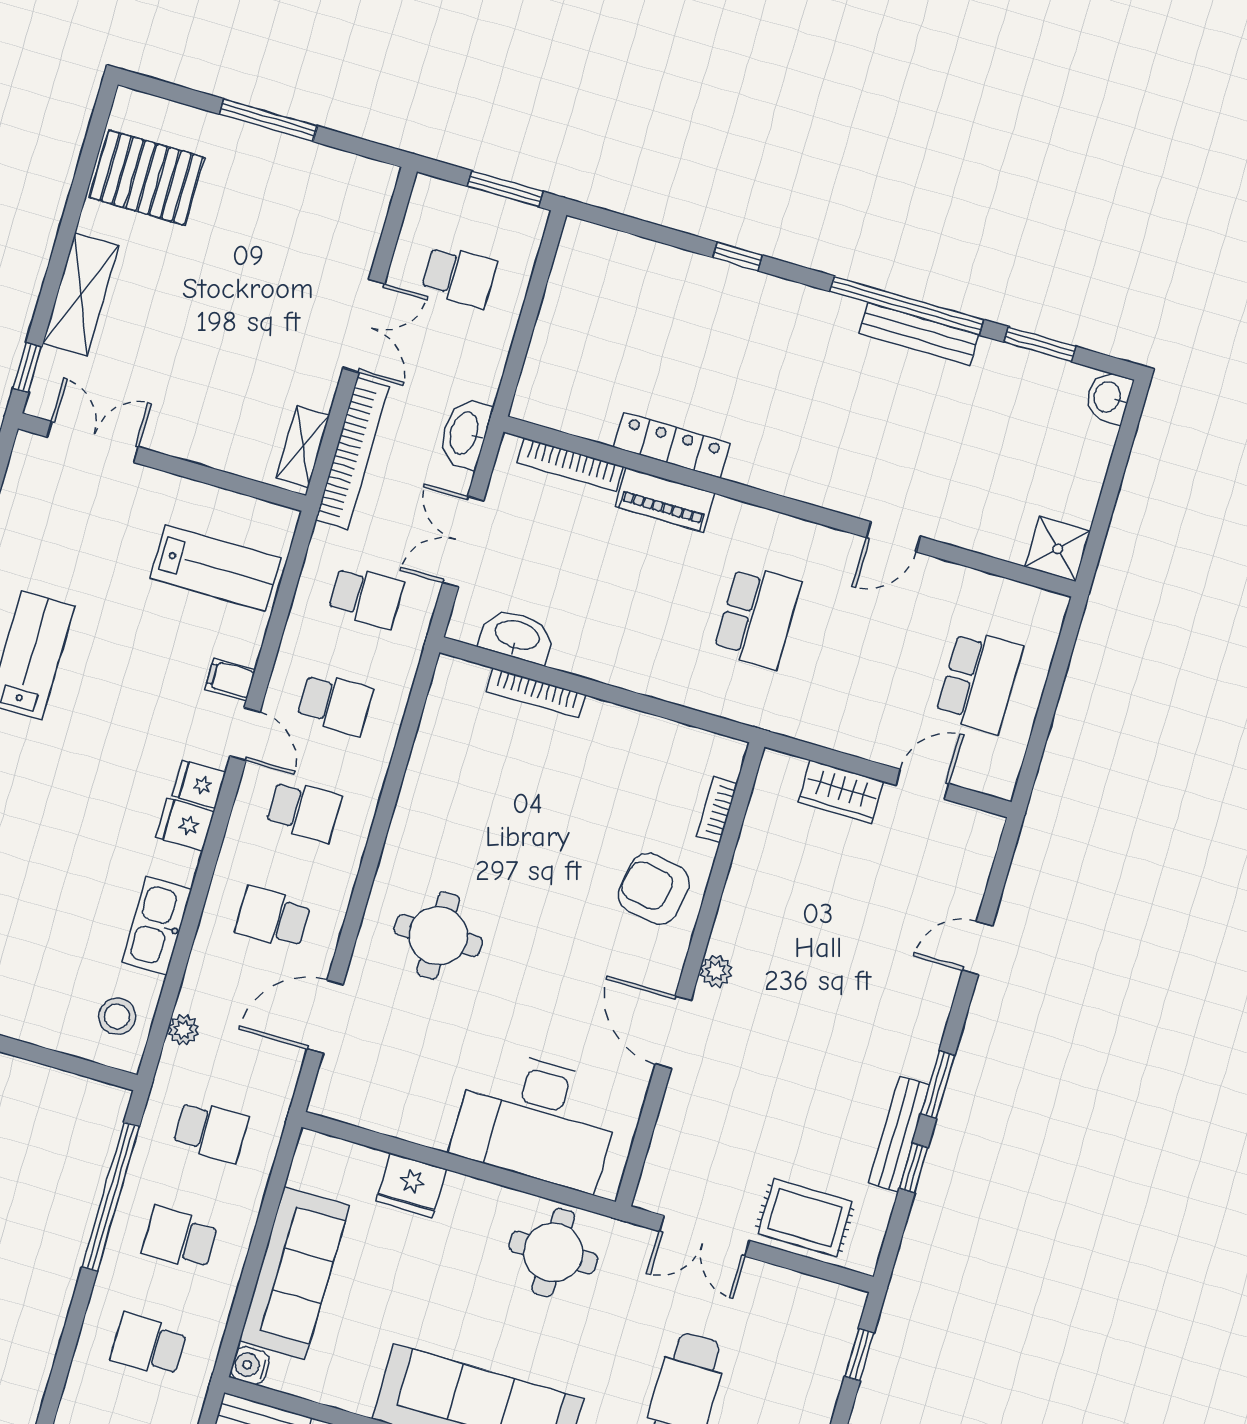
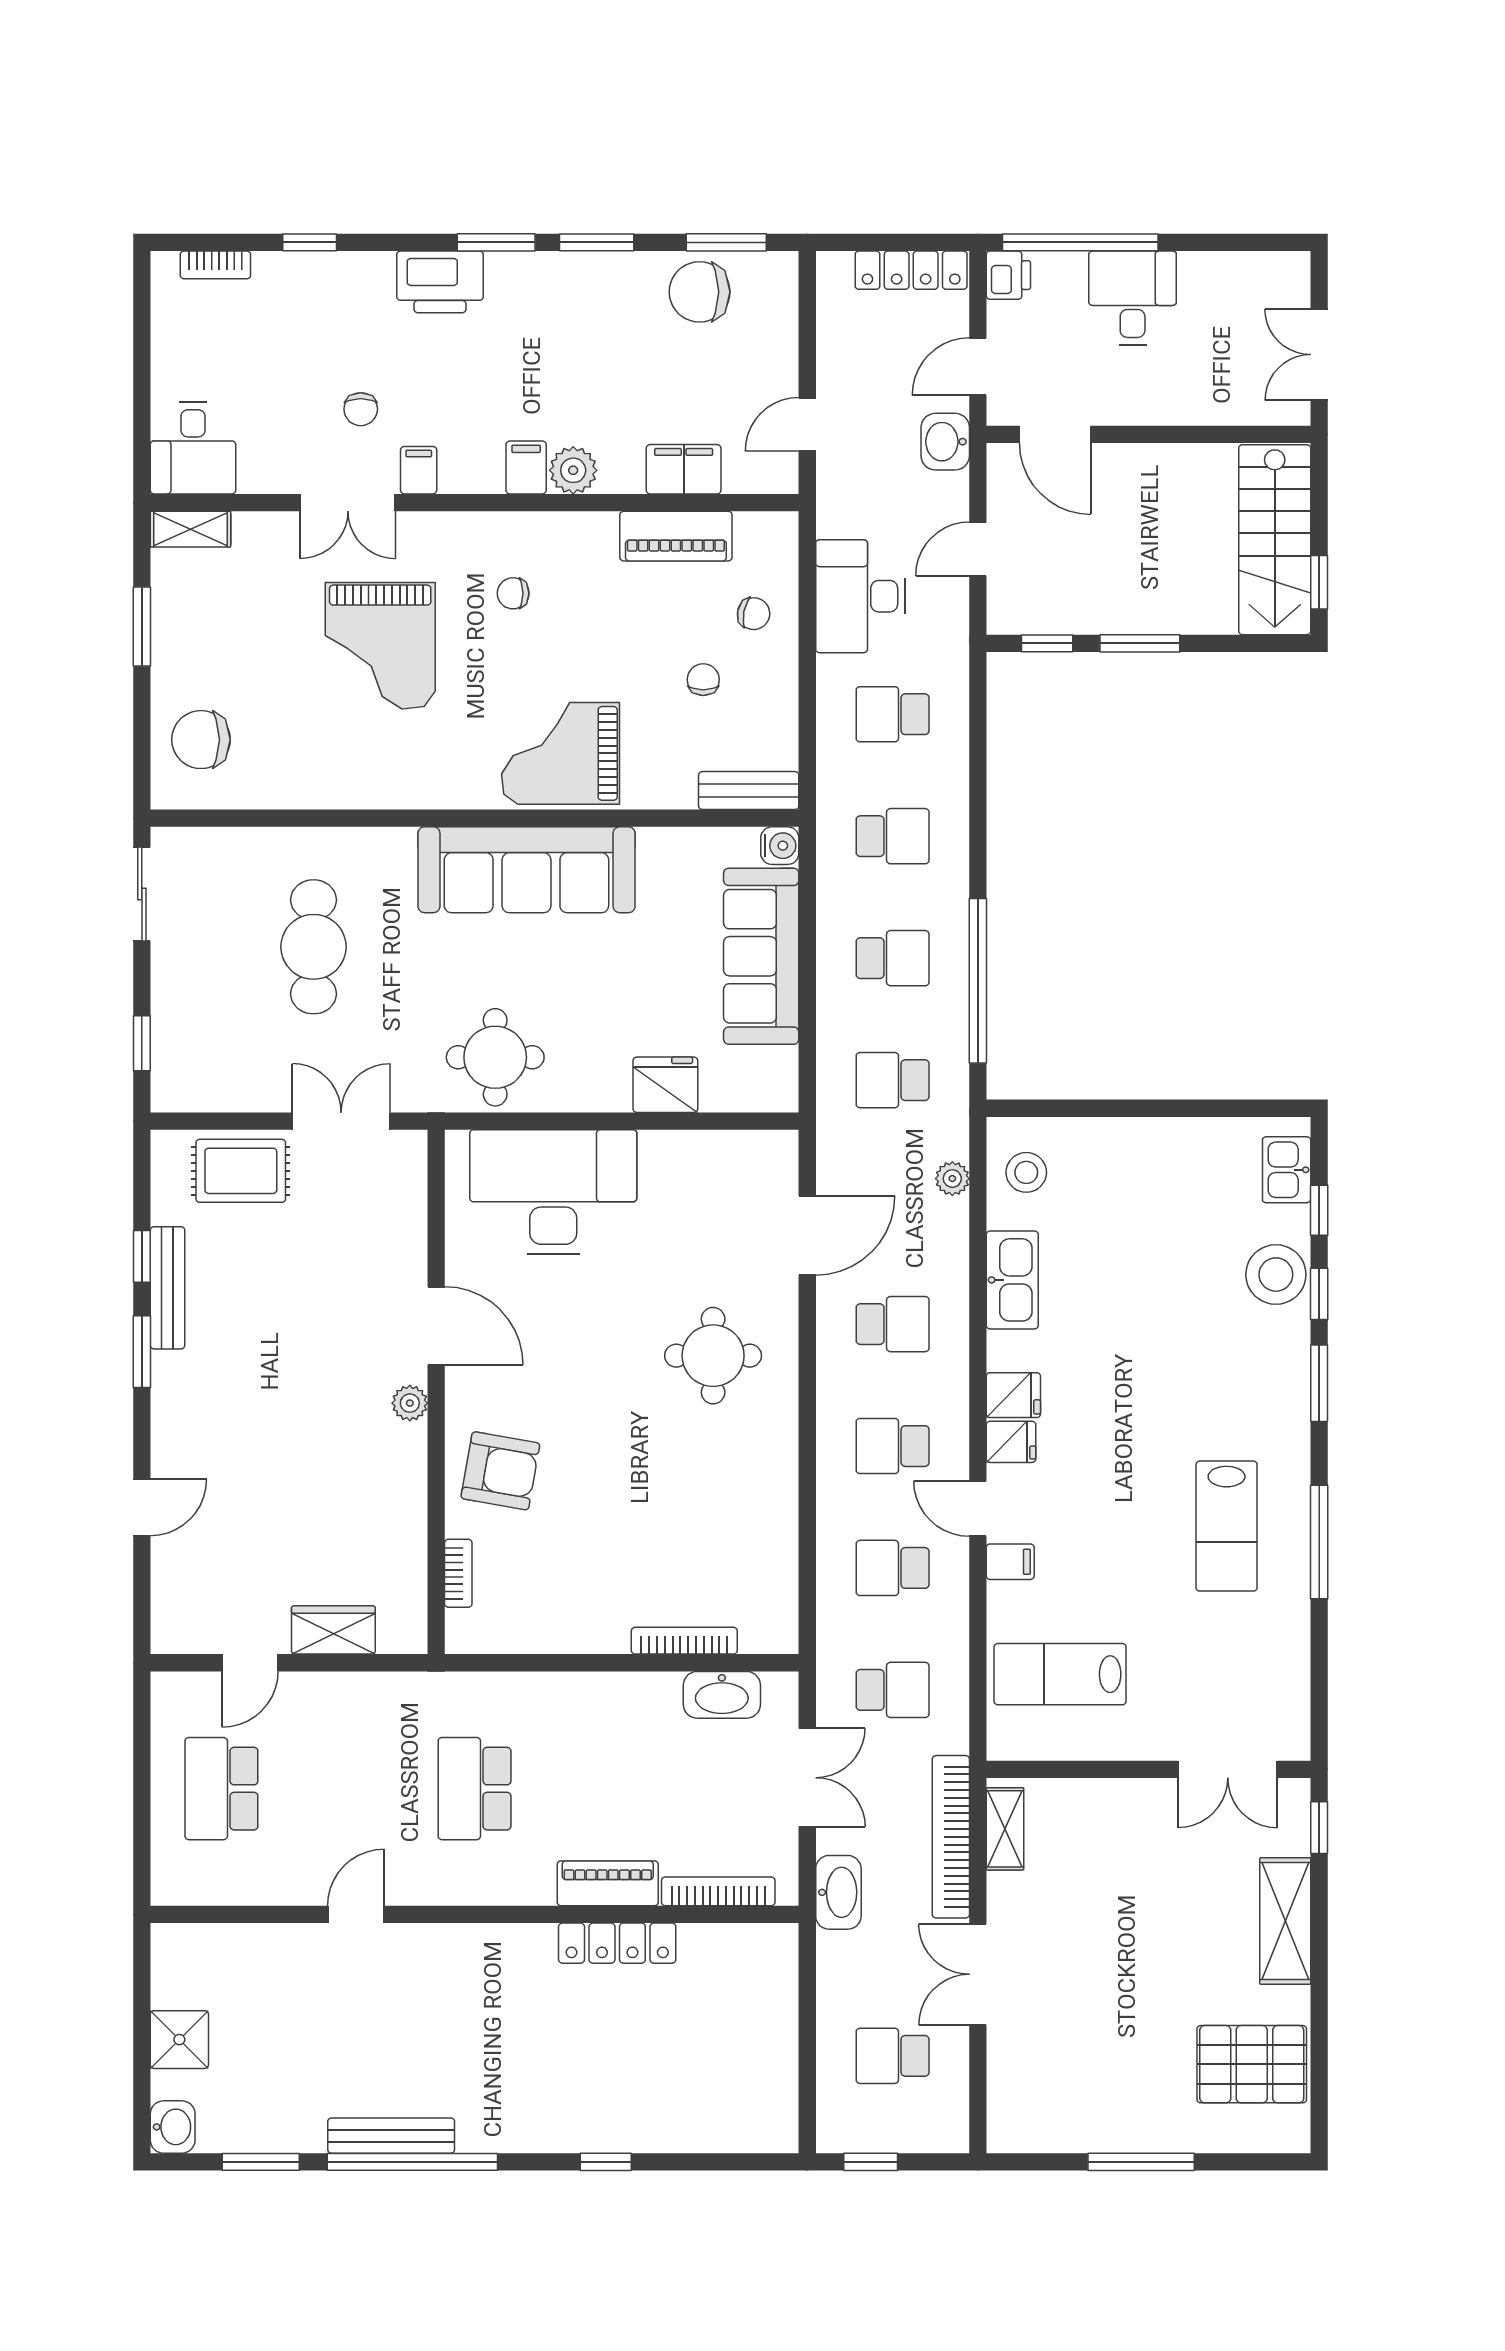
window: (505, 189) -> (871, 2162), width x0.67
shower: (1058, 549) -> (179, 2040), moved
school desk: (366, 597) -> (893, 1690), turned 180

